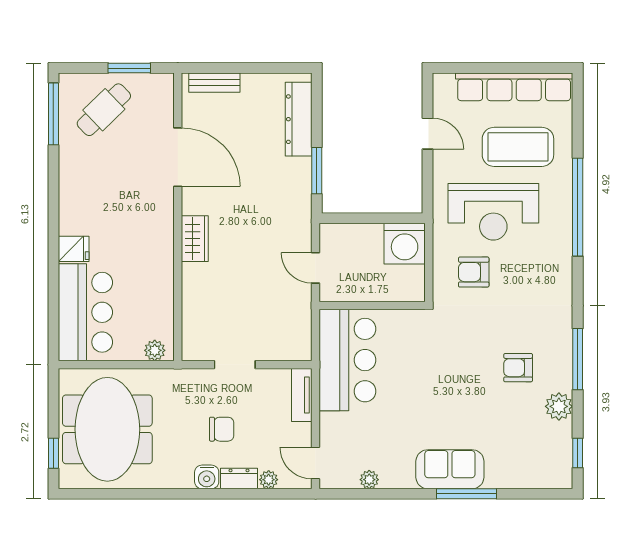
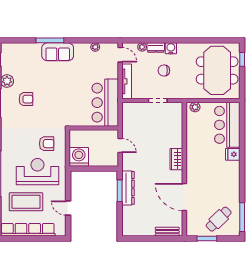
dresser: (299, 119) -> (128, 188), moved
tv unit: (302, 395) -> (127, 81), width x1.41

